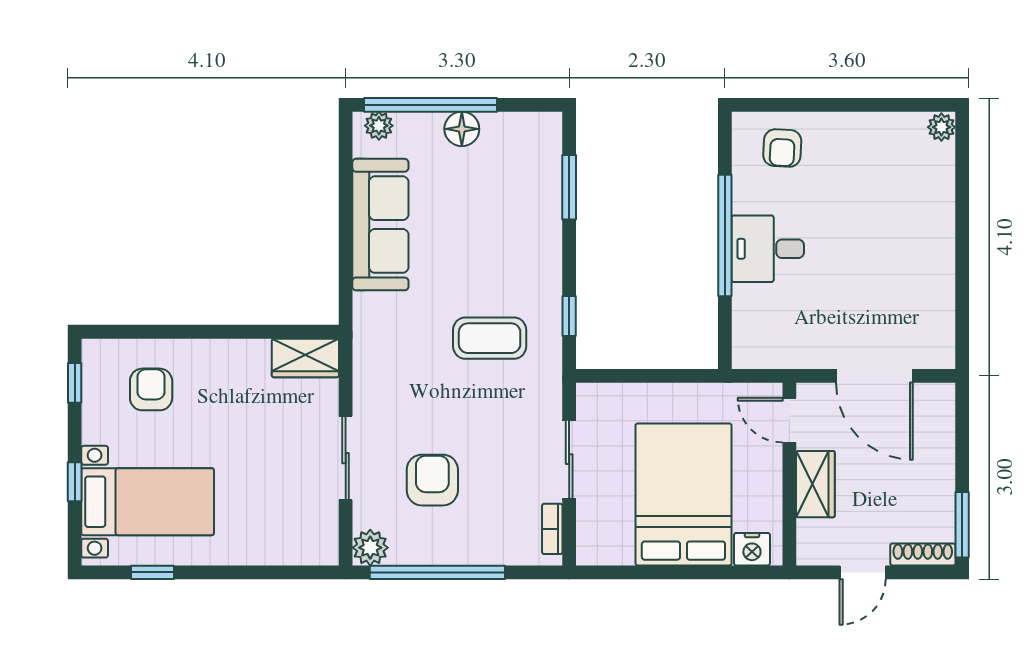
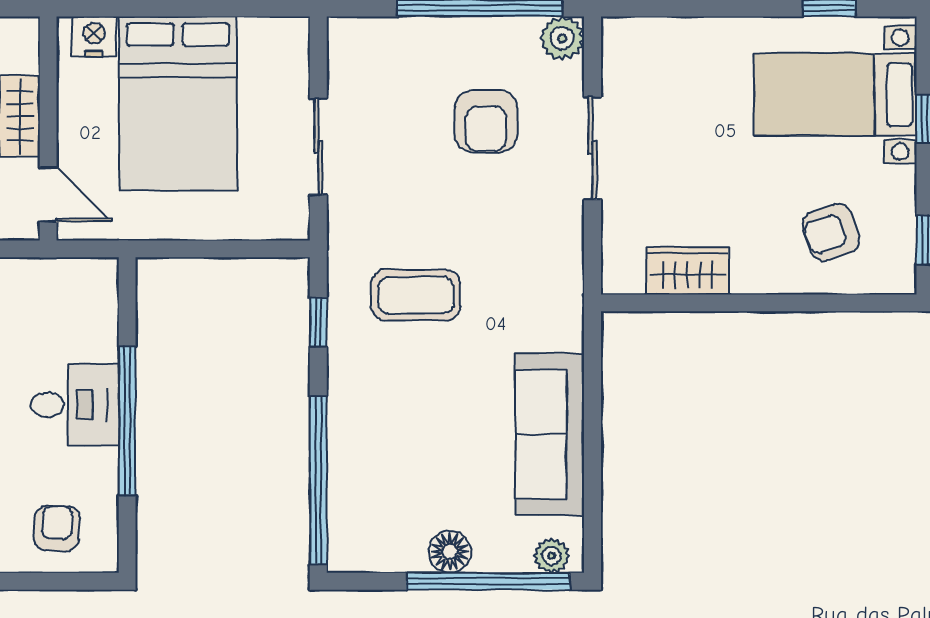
window: (569, 187) -> (318, 480), width x2.11
wardrobe: (305, 358) -> (688, 271), moved
armchair: (151, 389) -> (831, 232), turned 71
bookcase: (552, 529) -> (339, 61), removed

